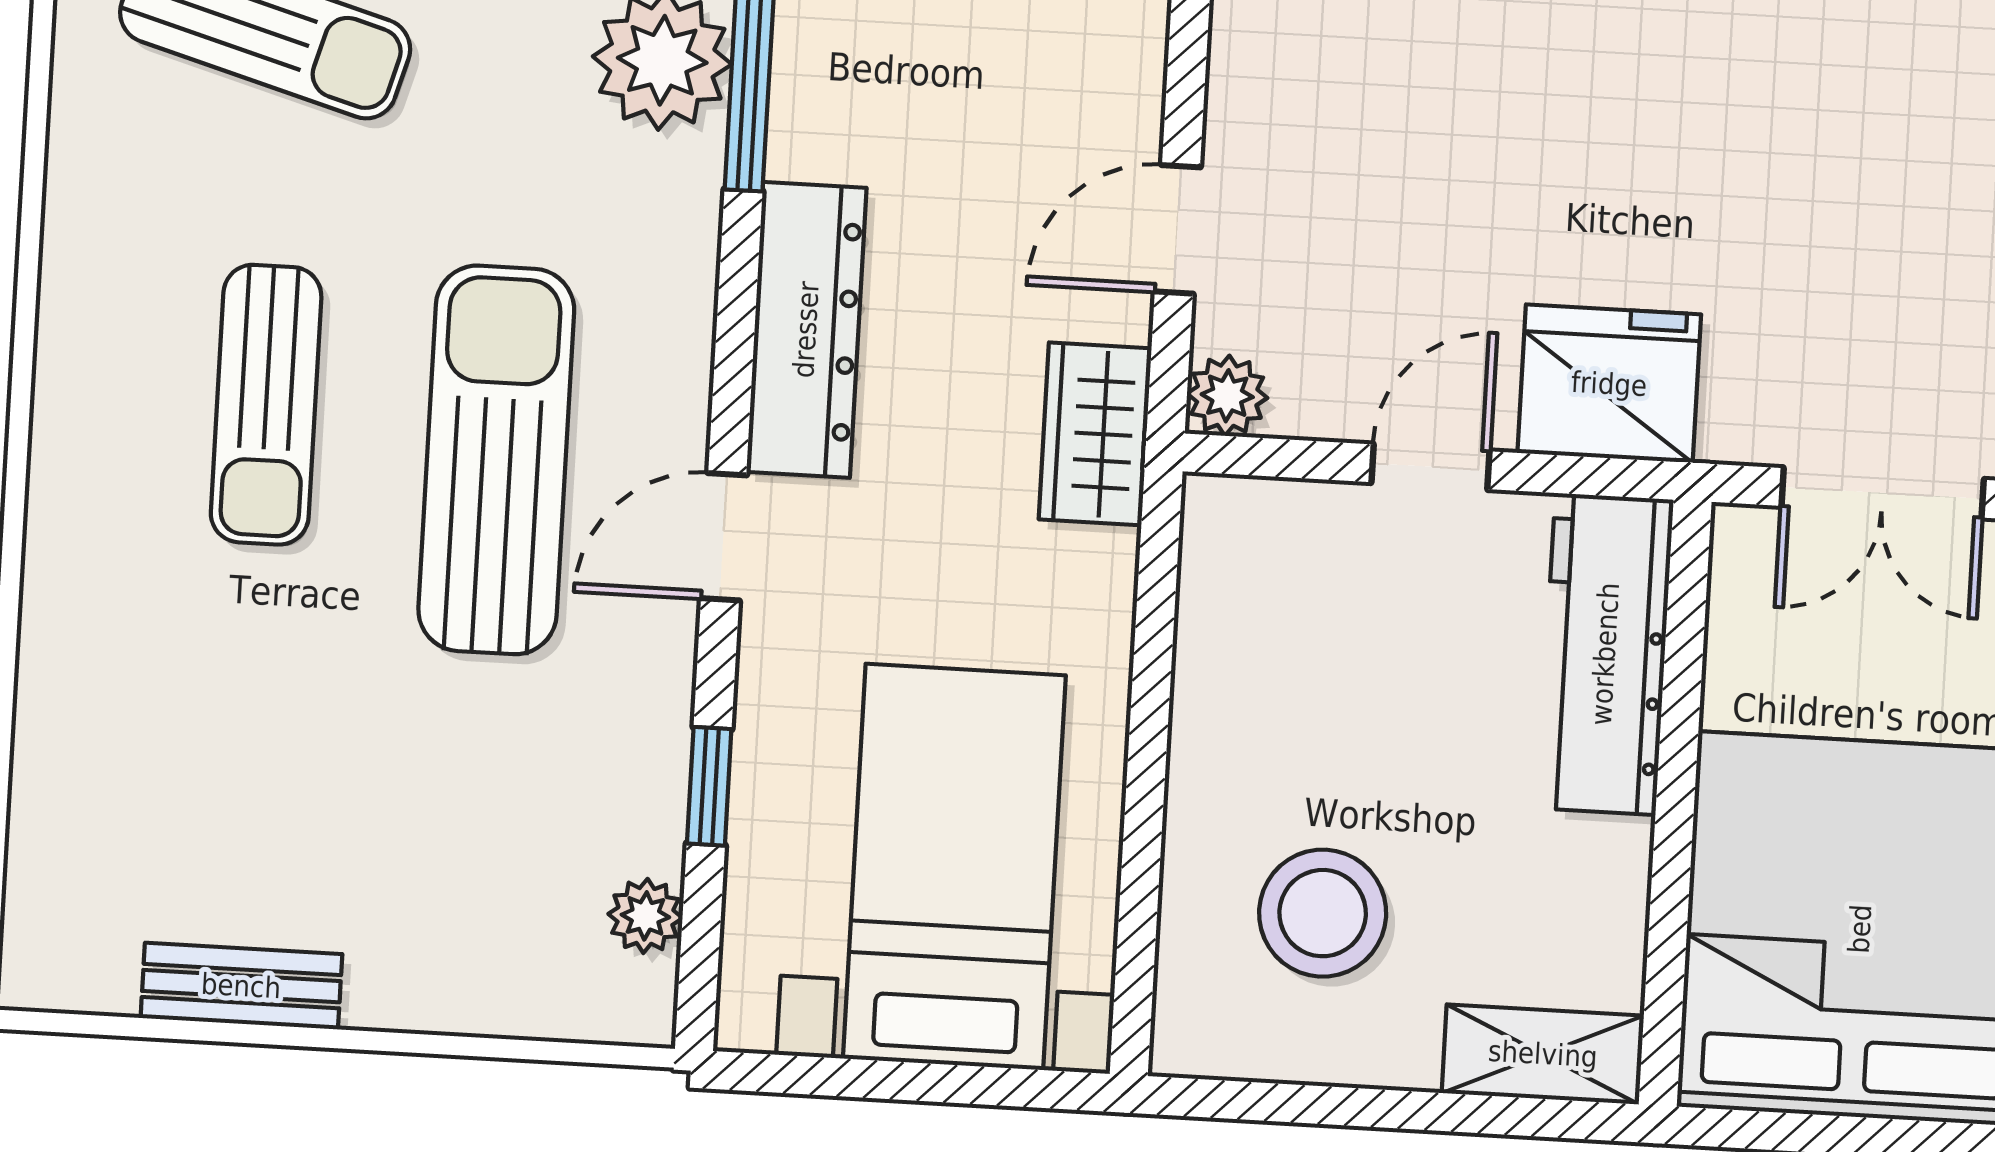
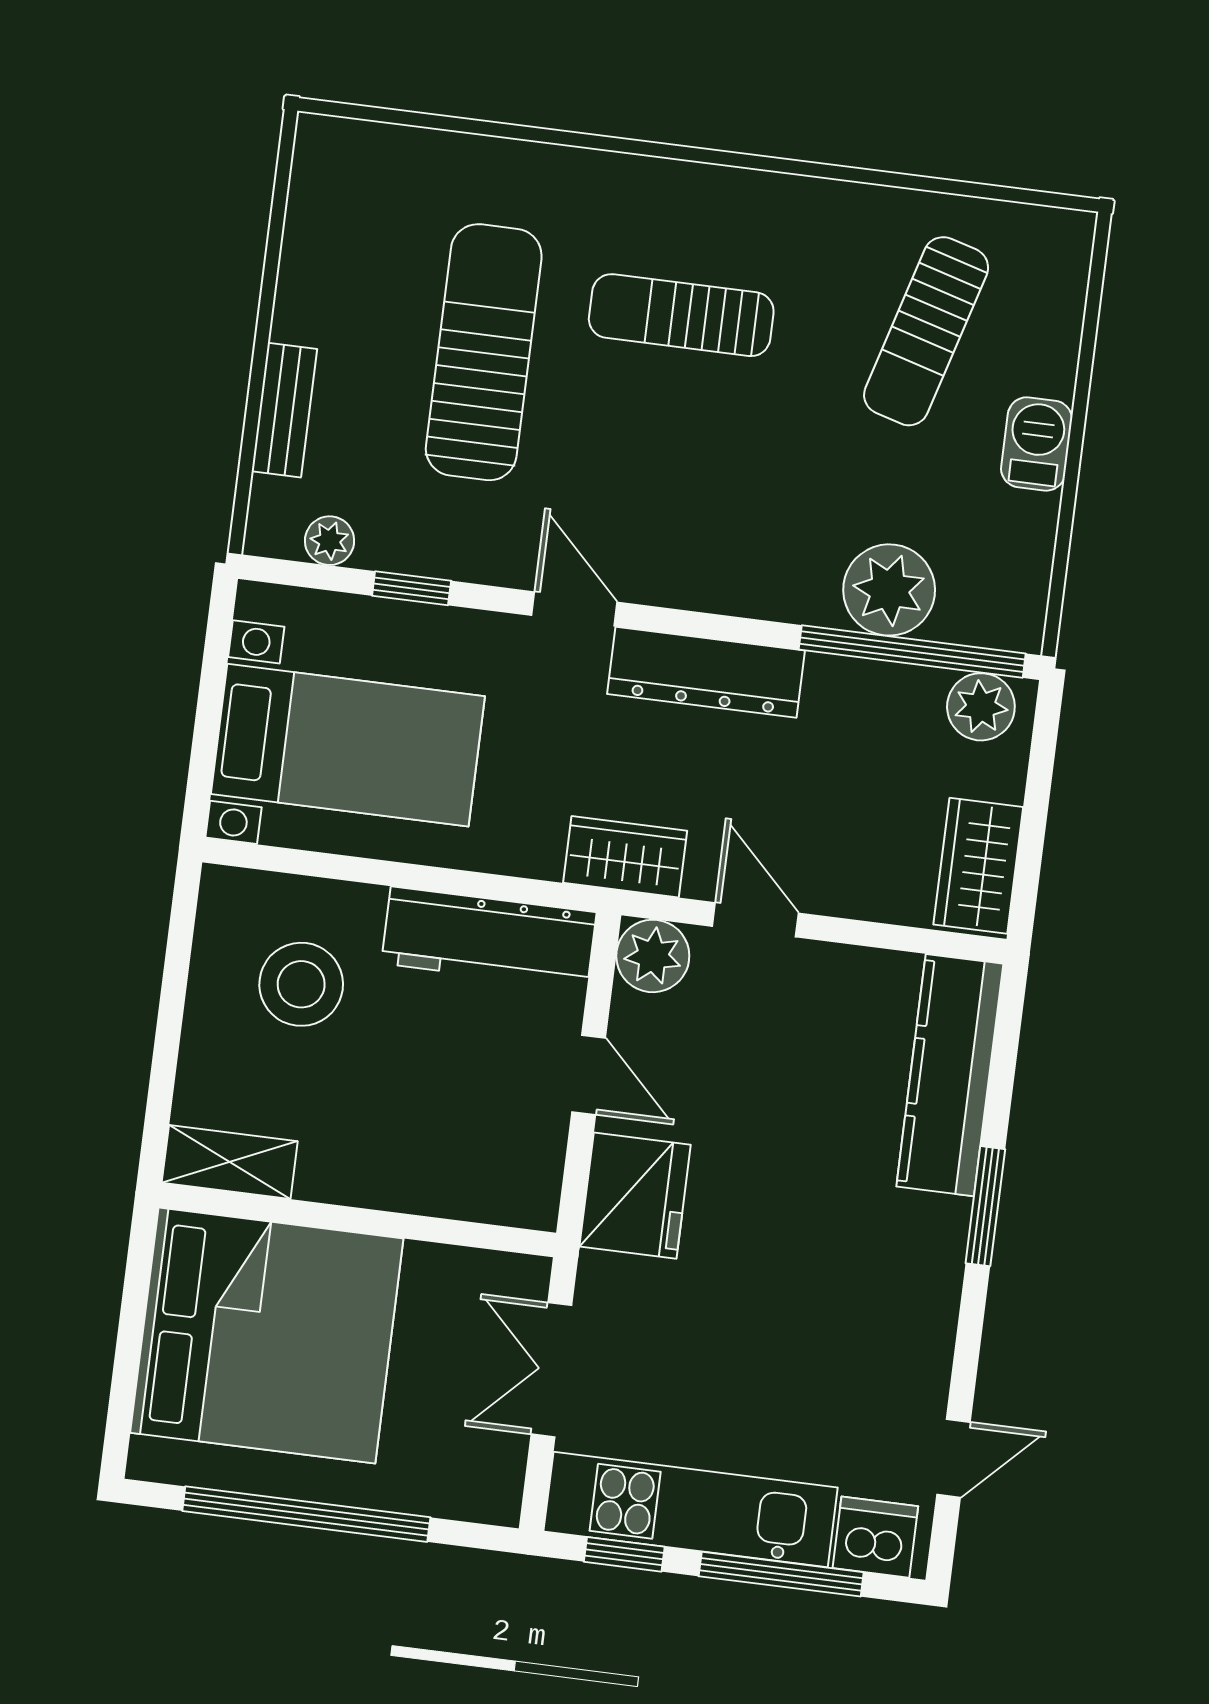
plant: (1227, 396) -> (653, 956), width x1.38, depth x1.38
sun lounger: (496, 460) -> (484, 352), moved, turned -90
workbench: (1605, 654) -> (489, 938), moved, turned 180
bench: (241, 986) -> (284, 410), moved
shelving: (1543, 1054) -> (230, 1162), moved, turned 90

